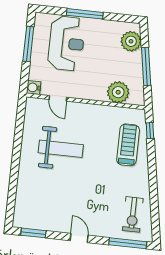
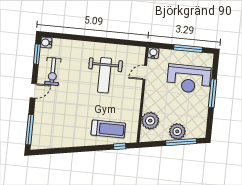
plant: (131, 41) -> (177, 131), moved
window: (146, 67) -> (181, 142), moved
exercise bike: (133, 214) -> (53, 71), moved, turned -90
water cooler: (19, 221) -> (46, 43), added

